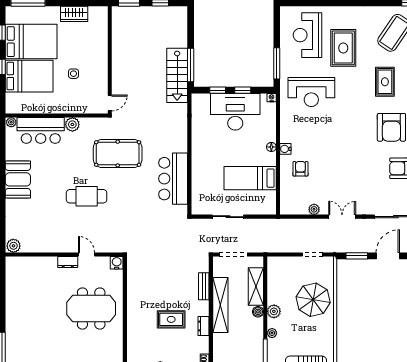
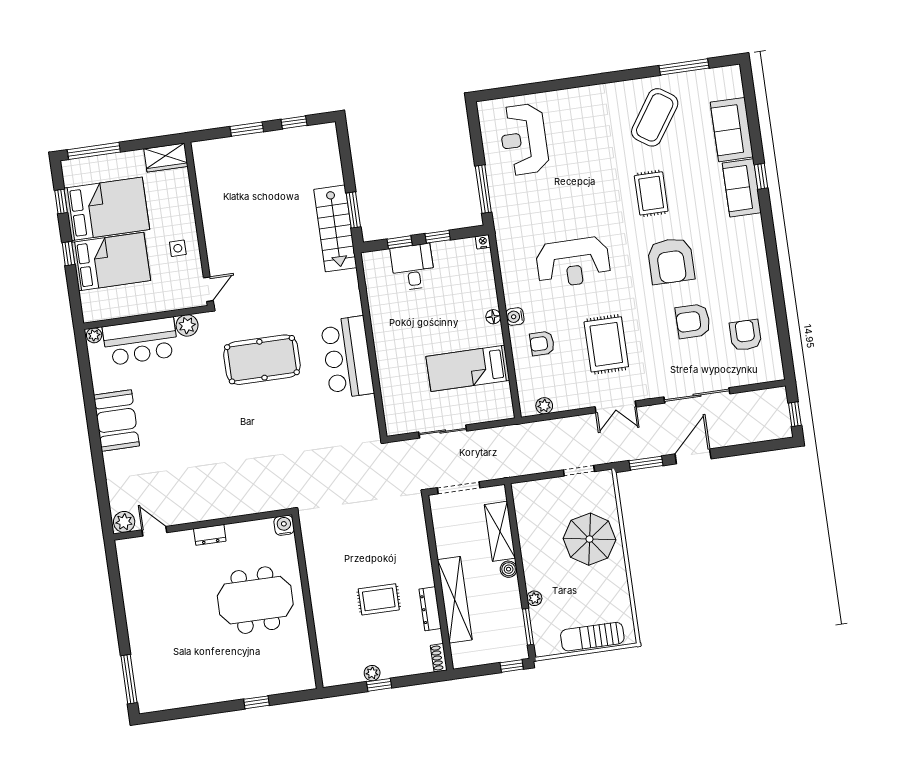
rug: (343, 48) -> (606, 344), moved
wall: (110, 60) -> (199, 224), moved
window: (191, 65) -> (353, 210), width x0.69
reception desk: (311, 92) -> (573, 262), moved
door: (110, 103) -> (208, 289), moved
desk: (235, 112) -> (413, 267), width x0.53, depth x0.77
armchair: (300, 169) -> (542, 343), turned -90
bar counter: (173, 179) -> (347, 357), moved
cafe table: (87, 196) -> (224, 431), removed
plant: (314, 209) -> (544, 406), moved
double door: (342, 217) -> (616, 407), swing flipped
door: (87, 255) -> (154, 531), moved
bench: (204, 286) -> (421, 542), removed
shelving: (220, 305) -> (455, 600), moved
plant: (274, 311) -> (533, 565), removed
dresser: (204, 326) -> (430, 609), width x1.44

